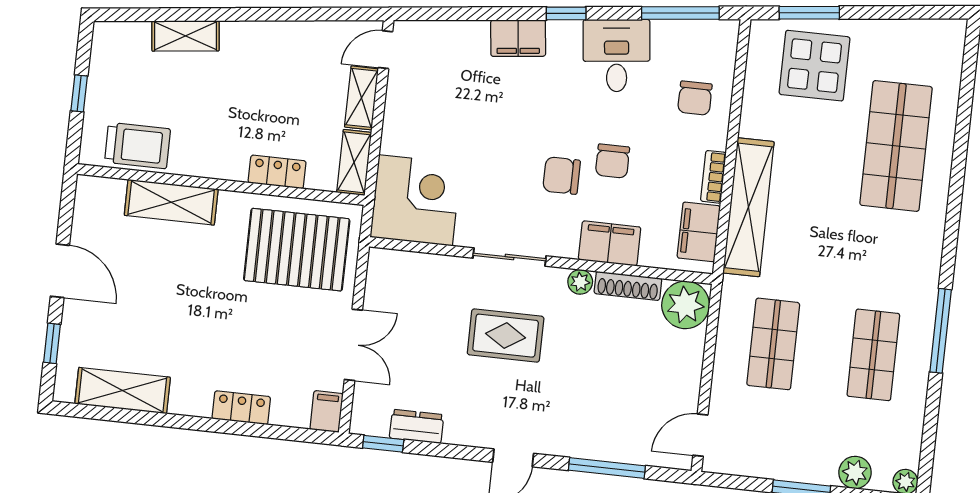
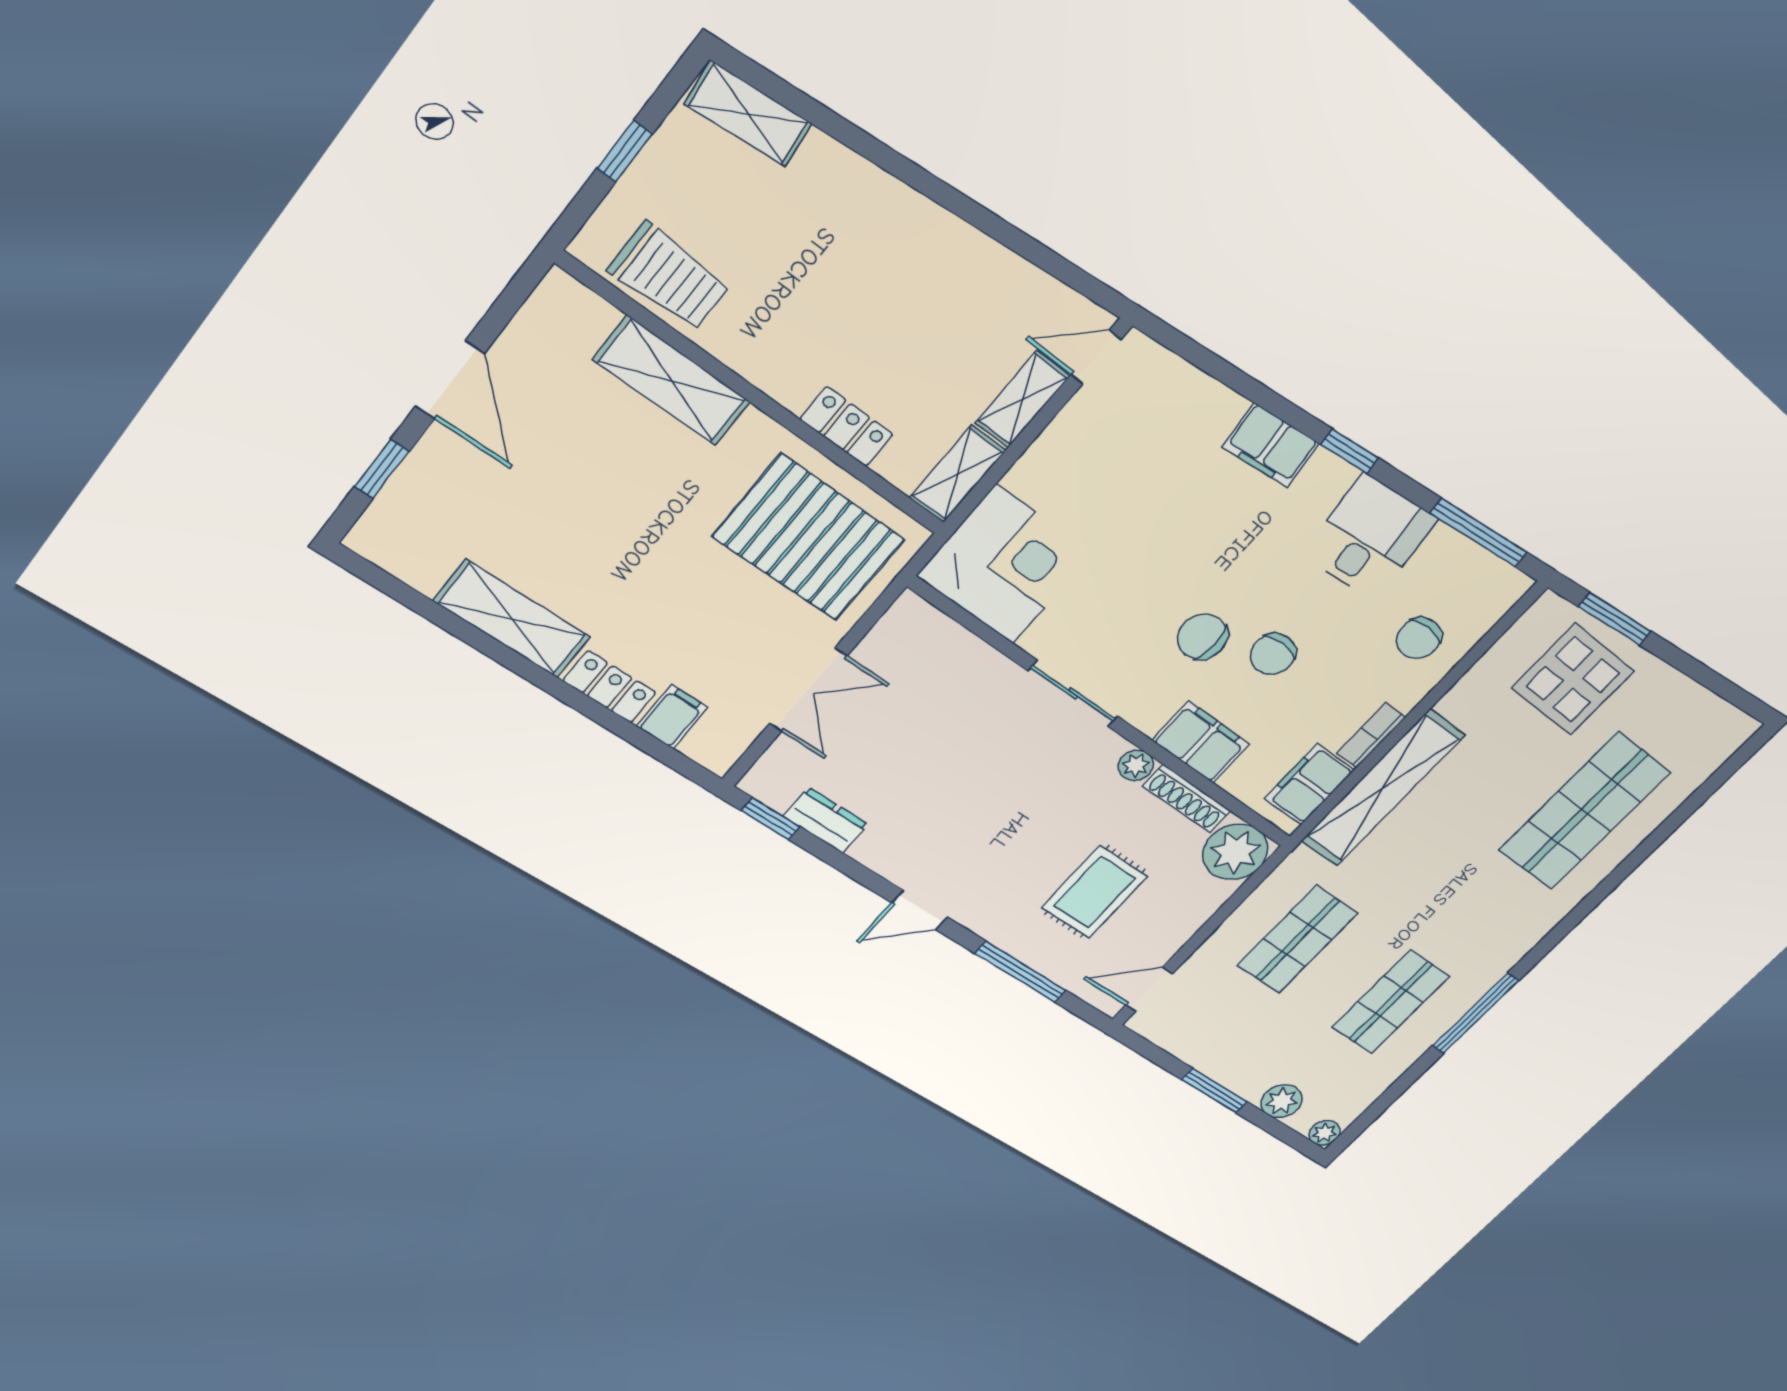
shelving: (185, 36) -> (748, 114), moved
rug: (506, 336) -> (1094, 892), moved, turned 90
shelving: (123, 391) -> (512, 619), moved
filing cabinet: (327, 412) -> (672, 717), moved

